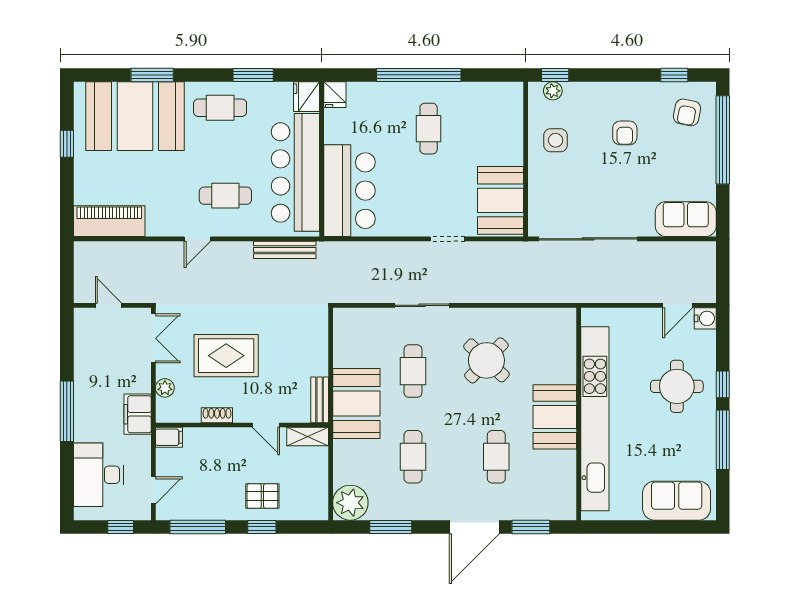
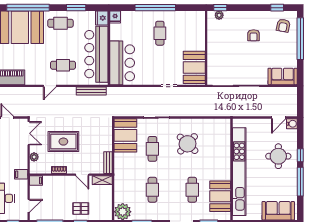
window: (152, 75) -> (28, 8), width x2.11
side table: (556, 140) -> (220, 39), removed
booth: (356, 403) -> (125, 135), moved
filing cabinet: (138, 414) -> (21, 174), width x0.50
booth: (555, 417) -> (220, 196), moved

